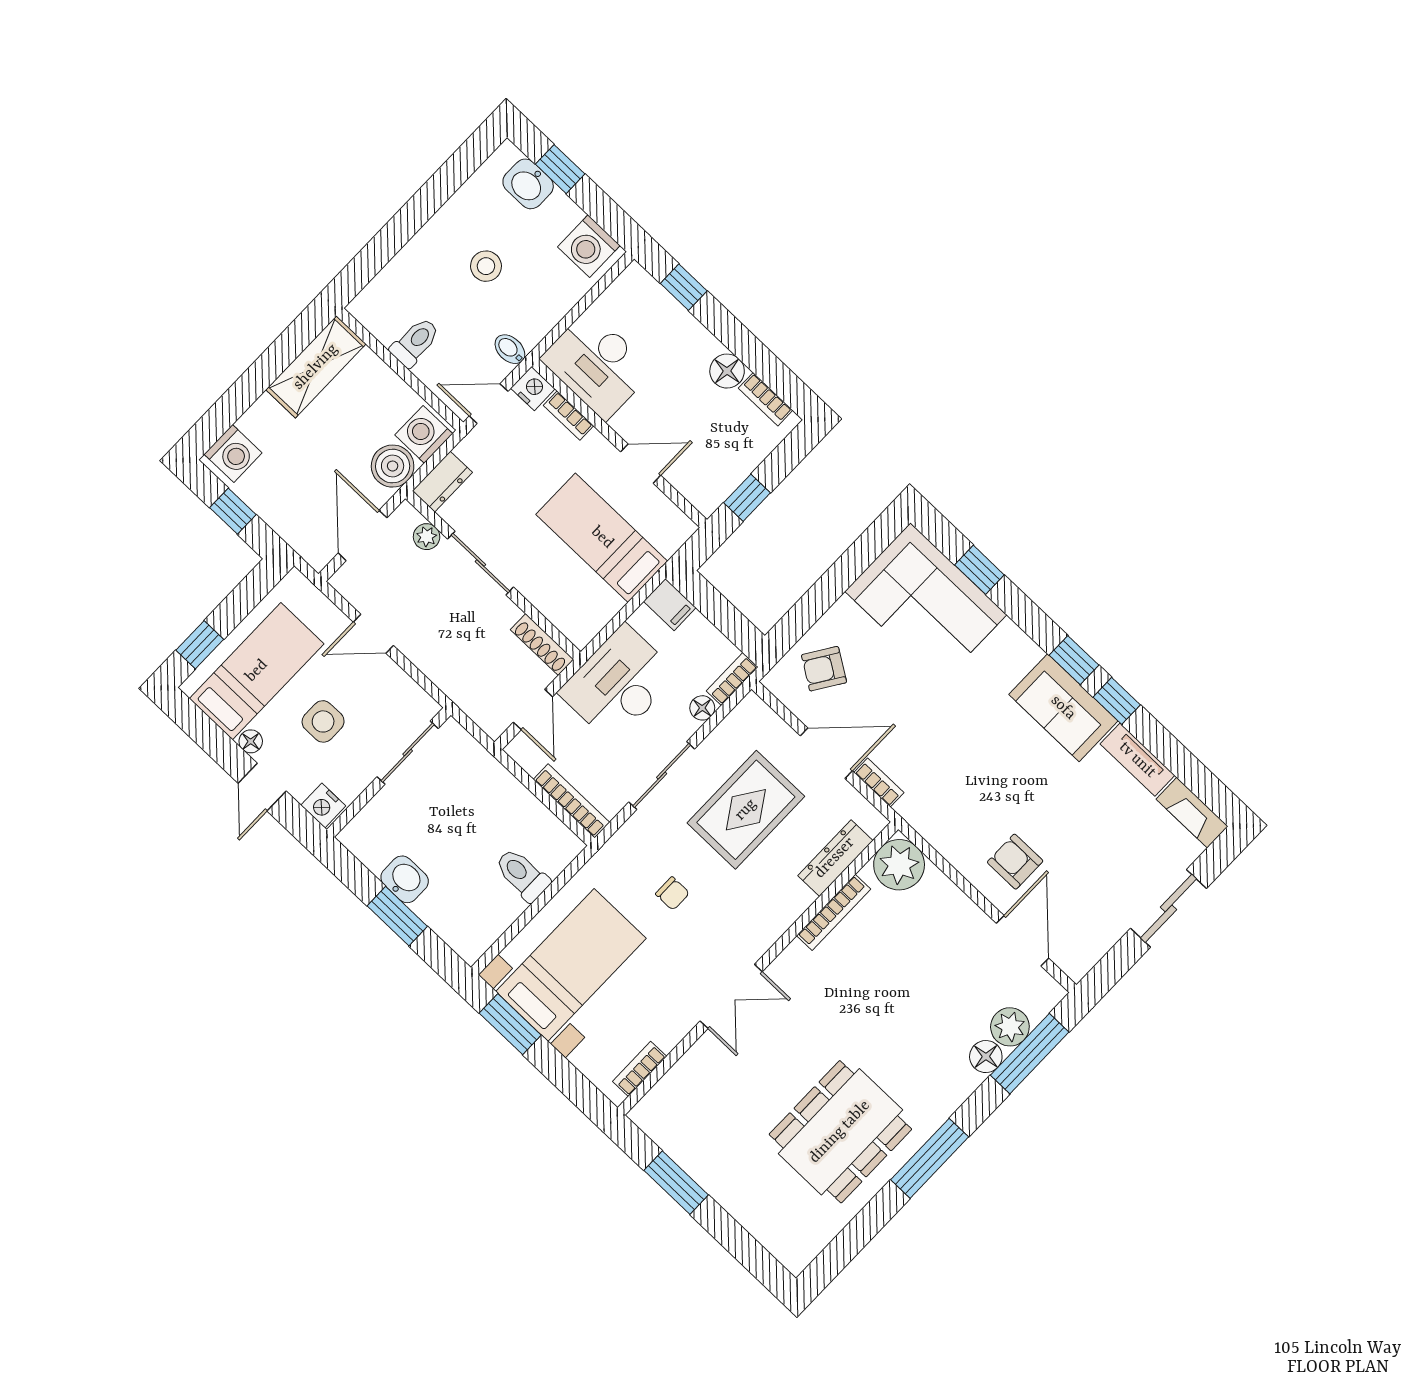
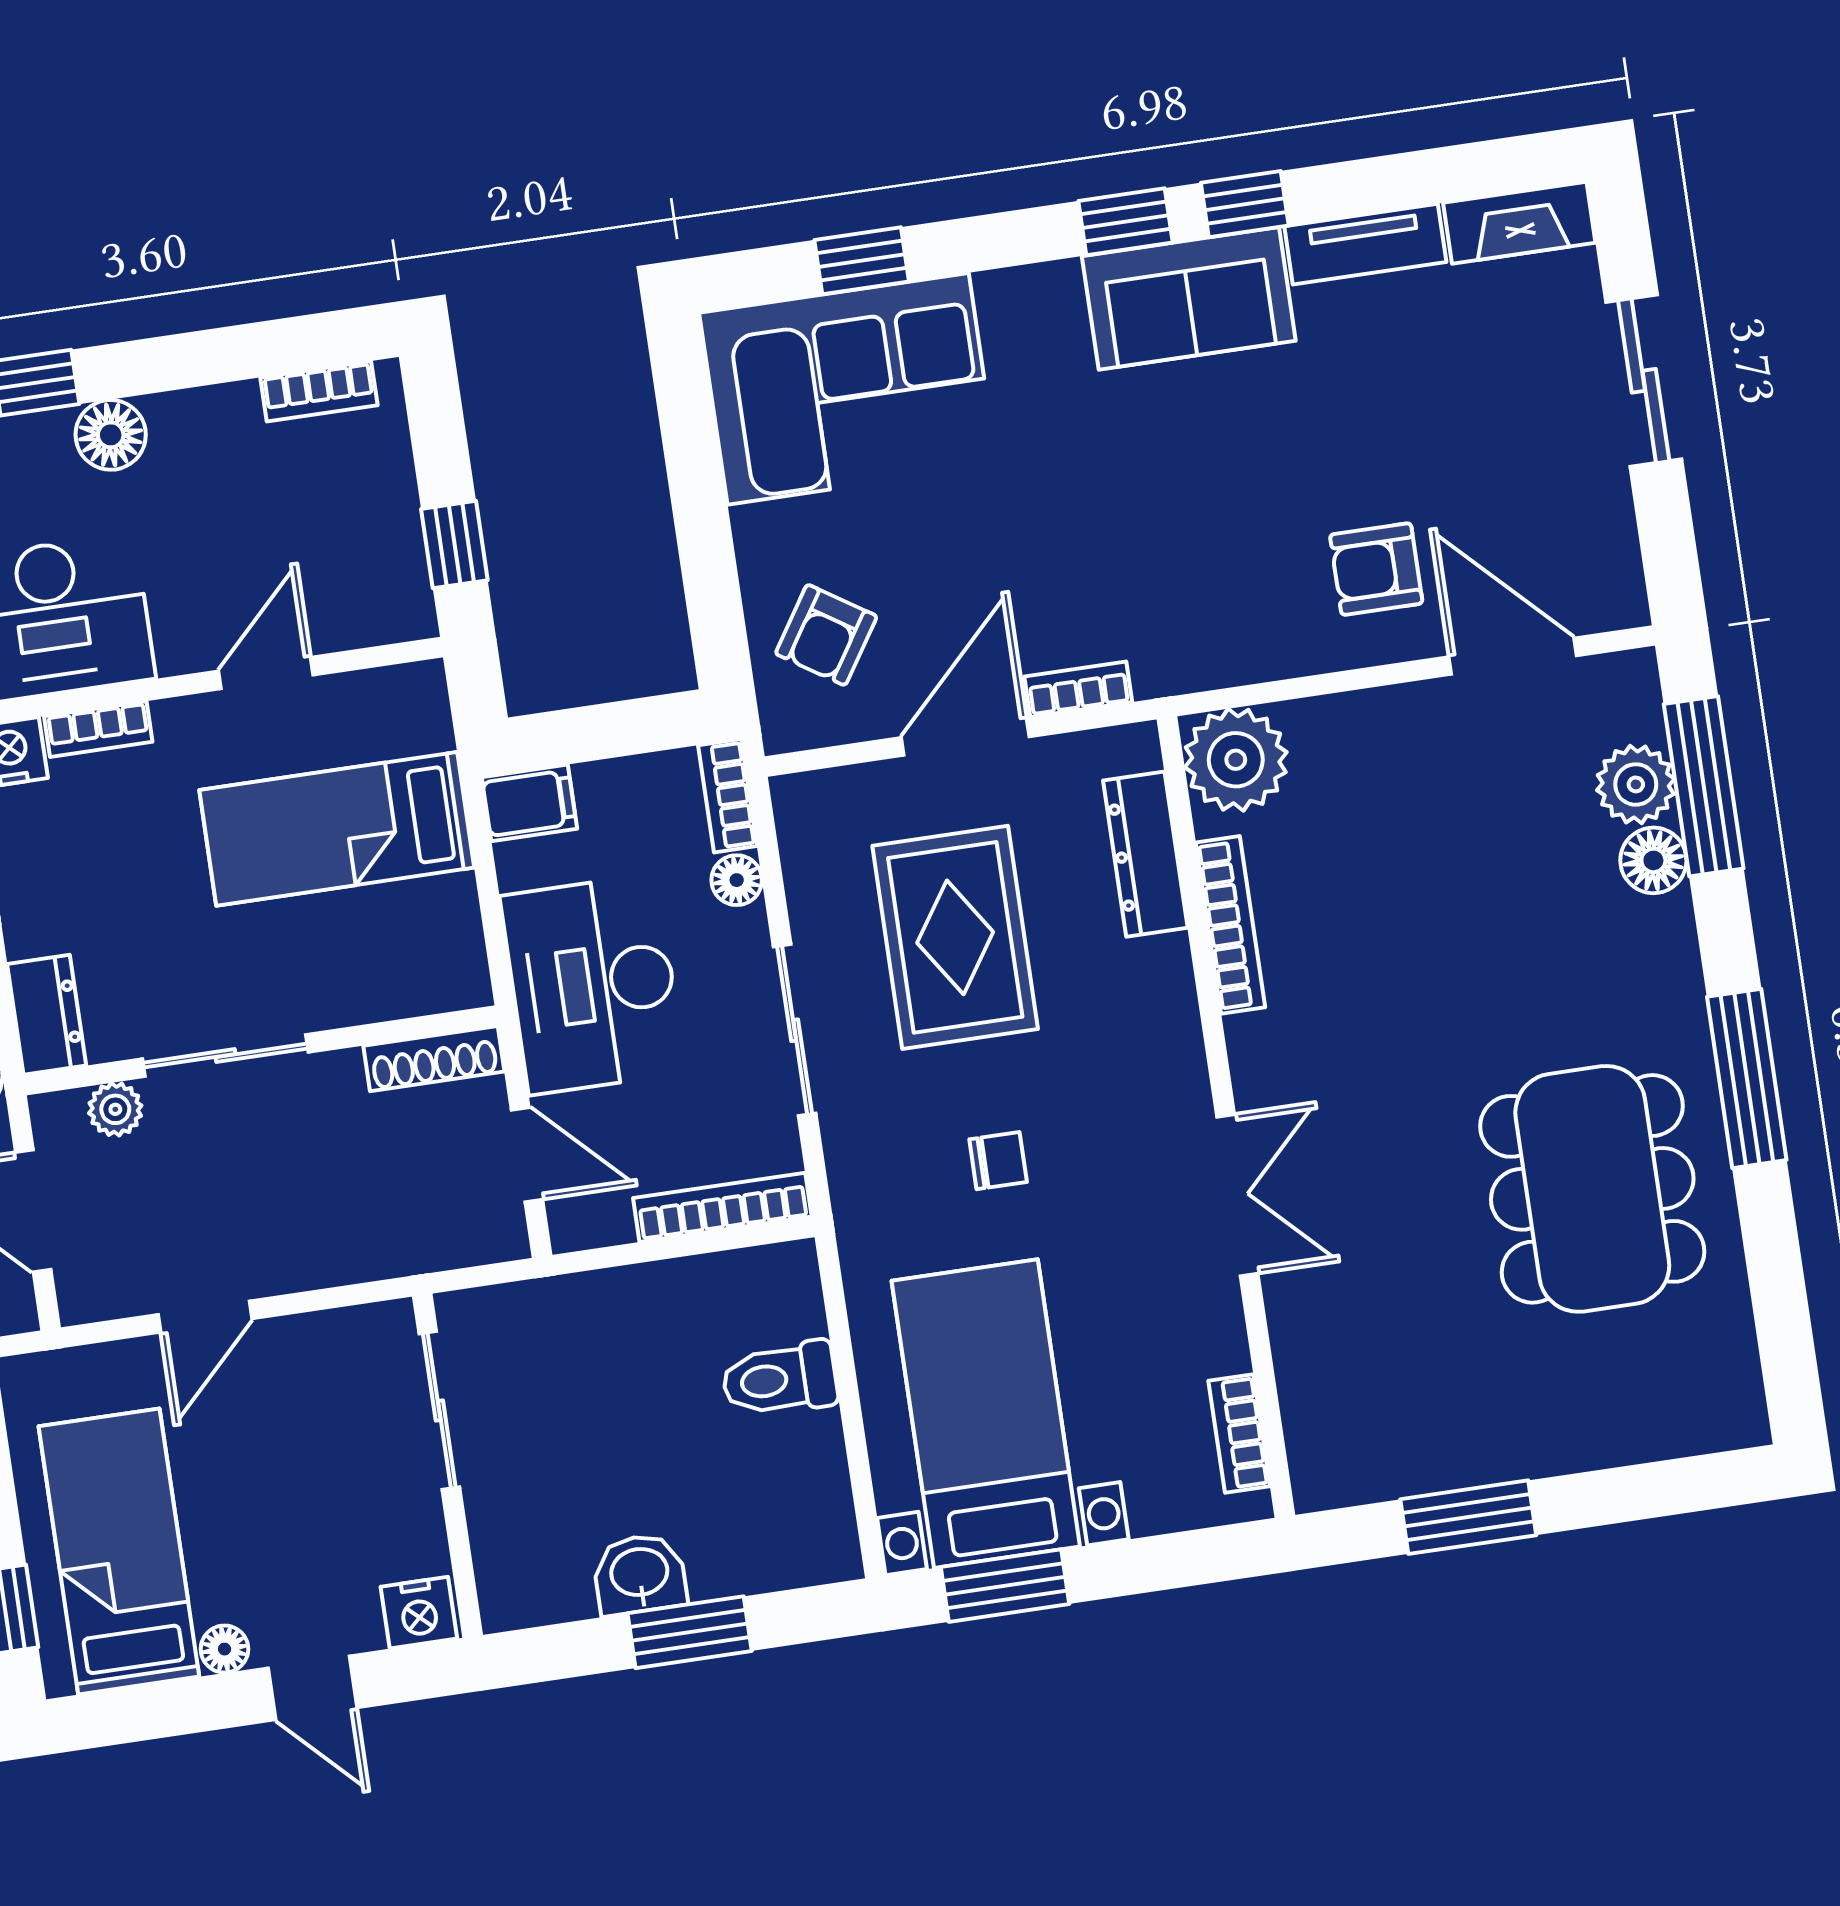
floor lamp: (727, 371) -> (111, 435), moved
side table: (323, 721) -> (283, 1508), removed

